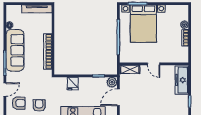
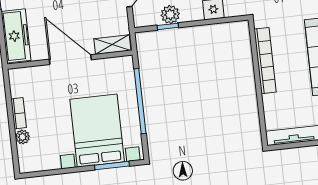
door: (154, 64) -> (70, 60), width x1.87
plant: (112, 82) -> (170, 15), moved

